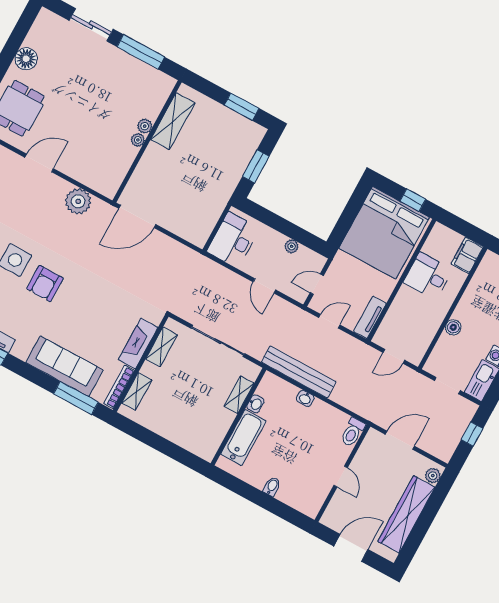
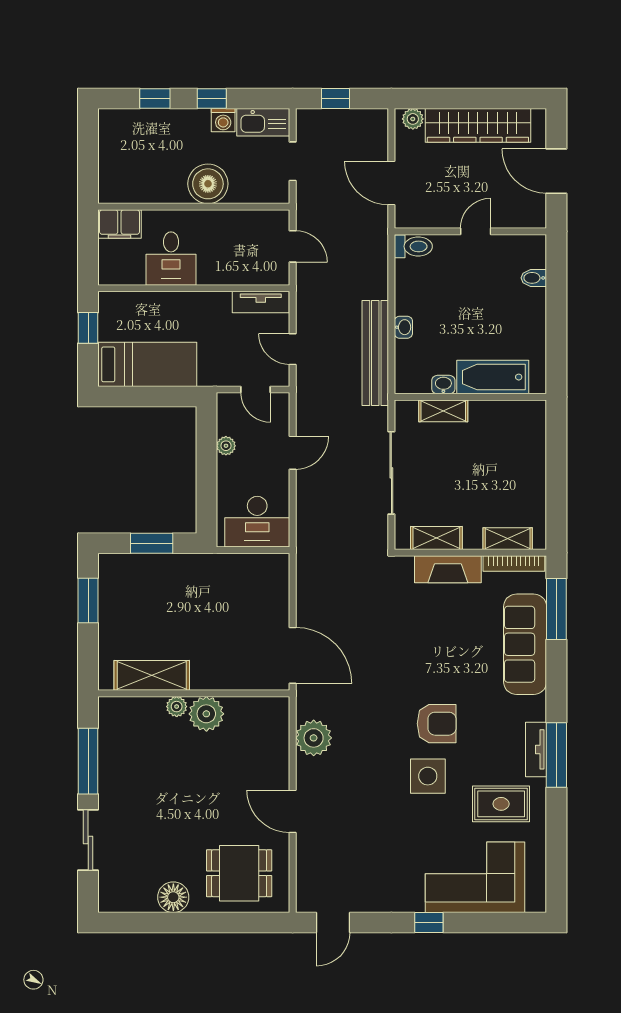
plant: (138, 140) -> (206, 714), width x1.88, depth x1.88
bed: (384, 233) -> (147, 364), width x0.49
boiler: (453, 327) -> (208, 184), width x1.86, depth x1.86
bidet: (272, 486) -> (534, 278), moved

